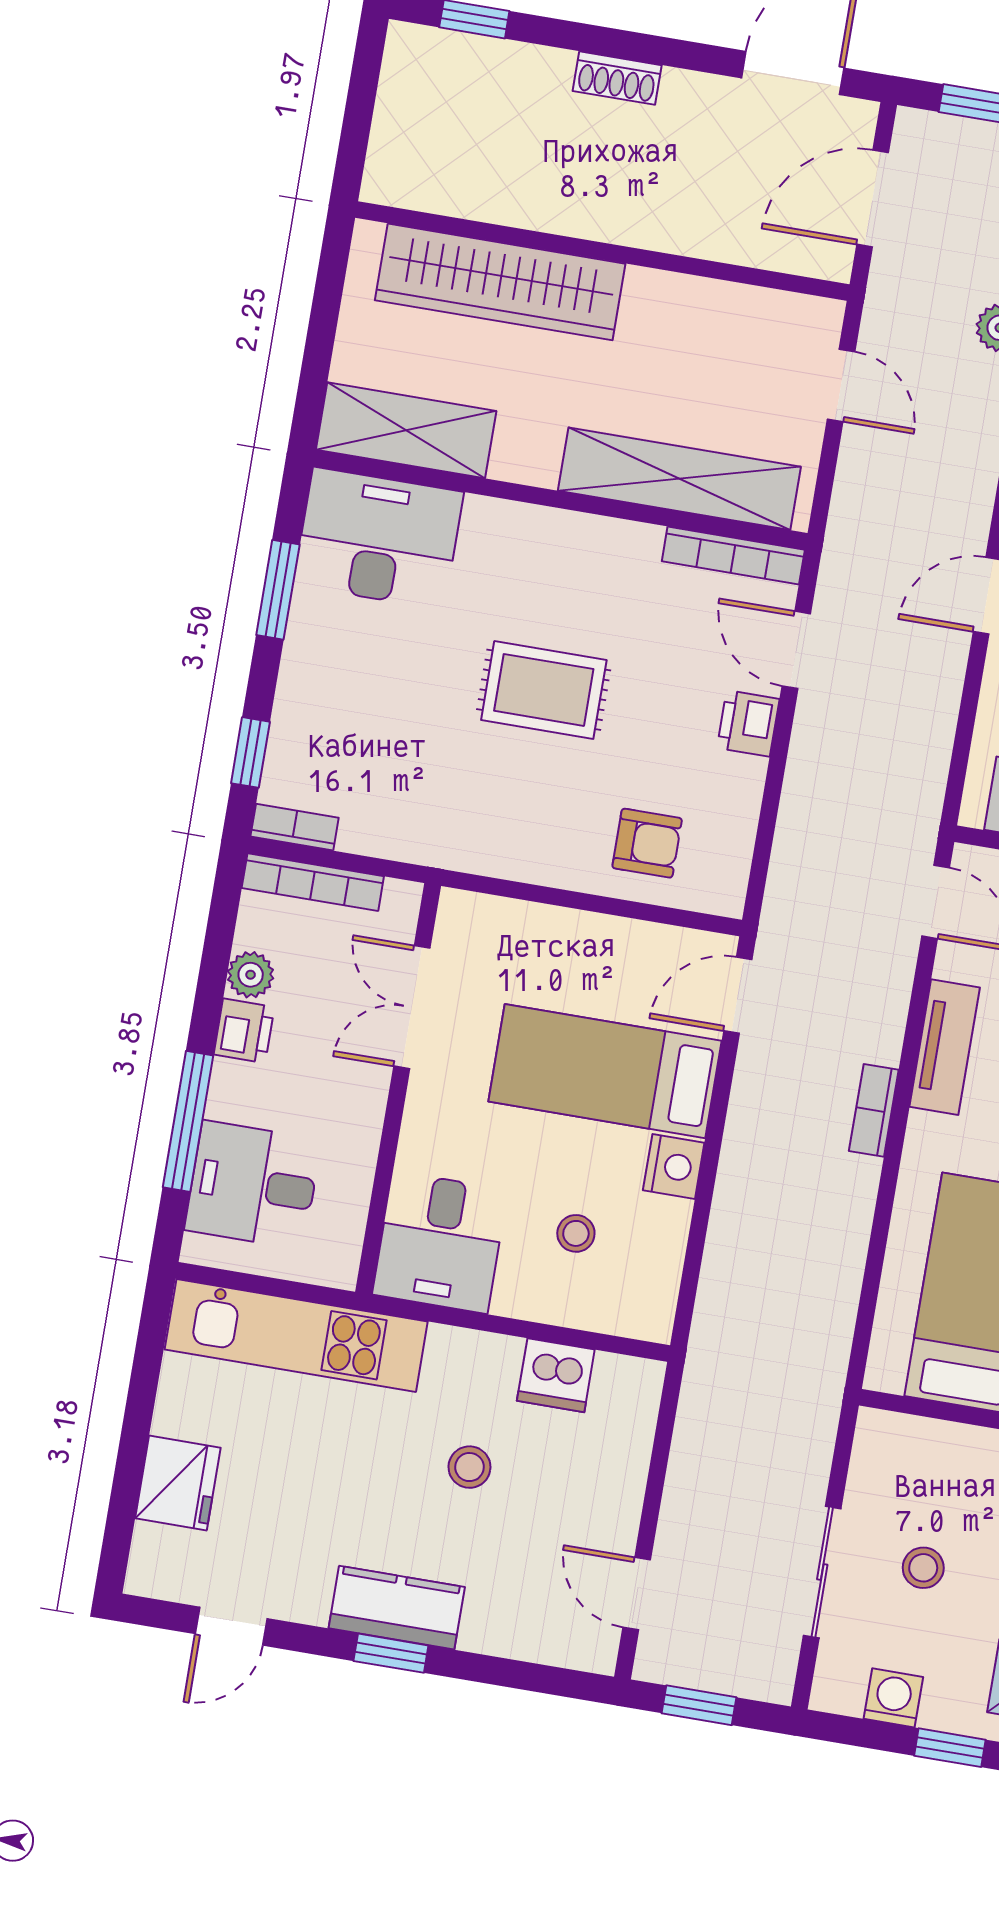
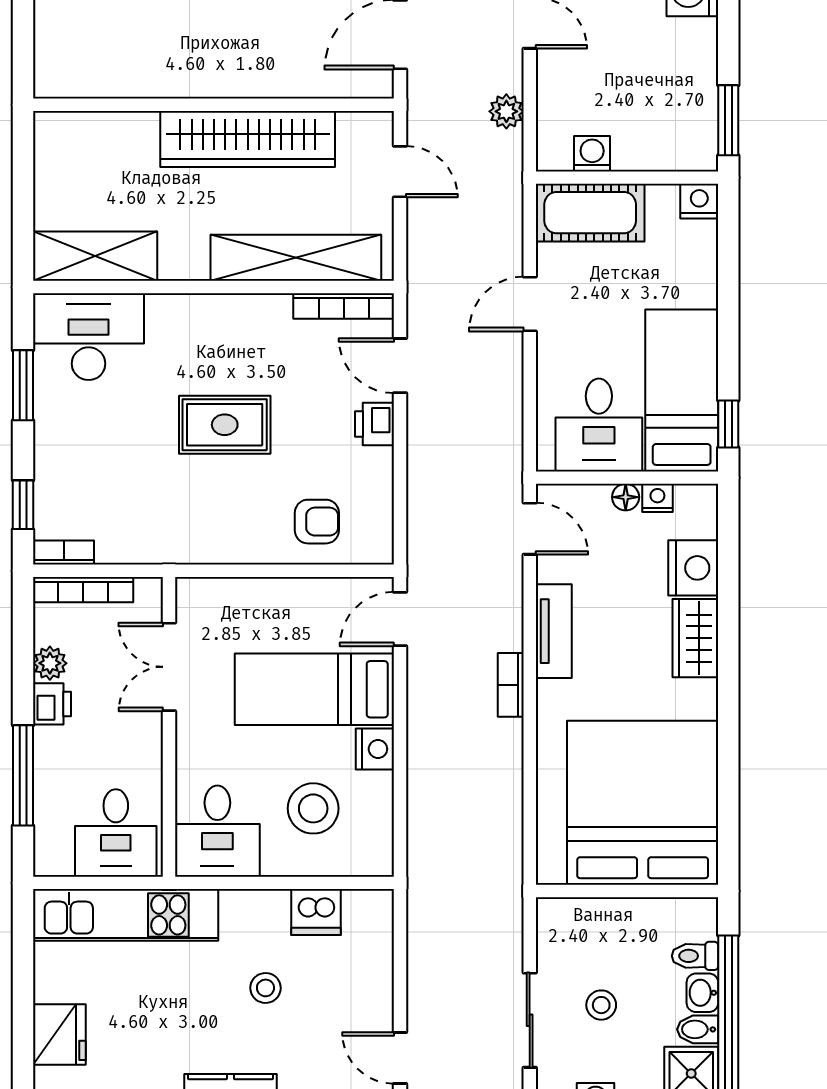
wardrobe: (500, 282) -> (248, 139), moved
desk: (253, 1185) -> (116, 833), moved, turned -90
stool: (576, 1233) -> (313, 808), width x1.89, depth x1.89

